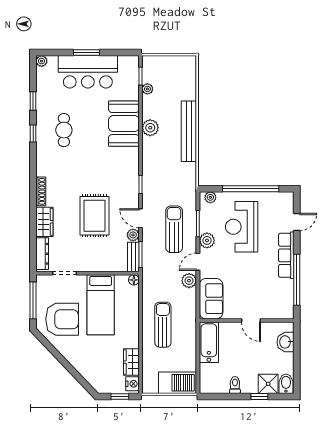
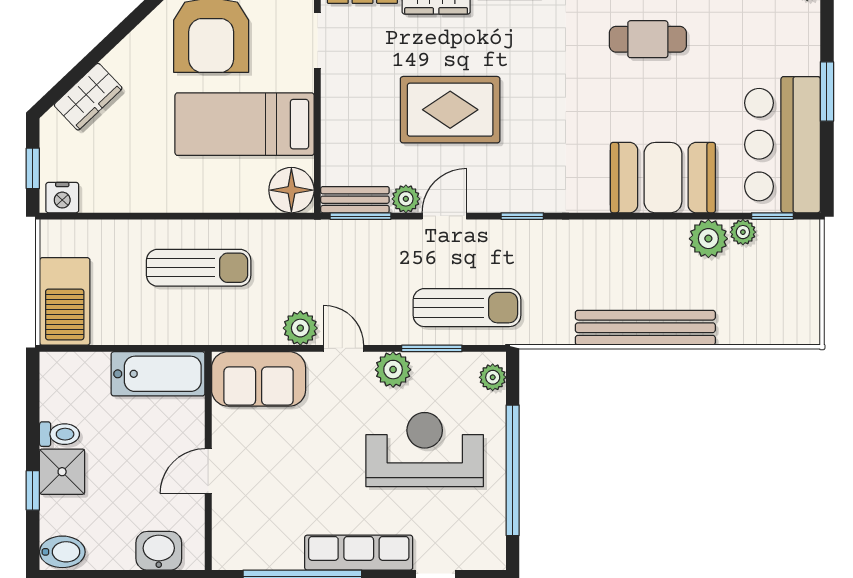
bar counter: (88, 72) -> (782, 145), moved
plant: (150, 128) -> (708, 239), moved
sun lounger: (174, 229) -> (467, 308), moved
floor lamp: (134, 280) -> (291, 190), width x1.89, depth x1.89
wardrobe: (131, 362) -> (88, 97), moved, turned 136
shower: (268, 384) -> (62, 472), moved

